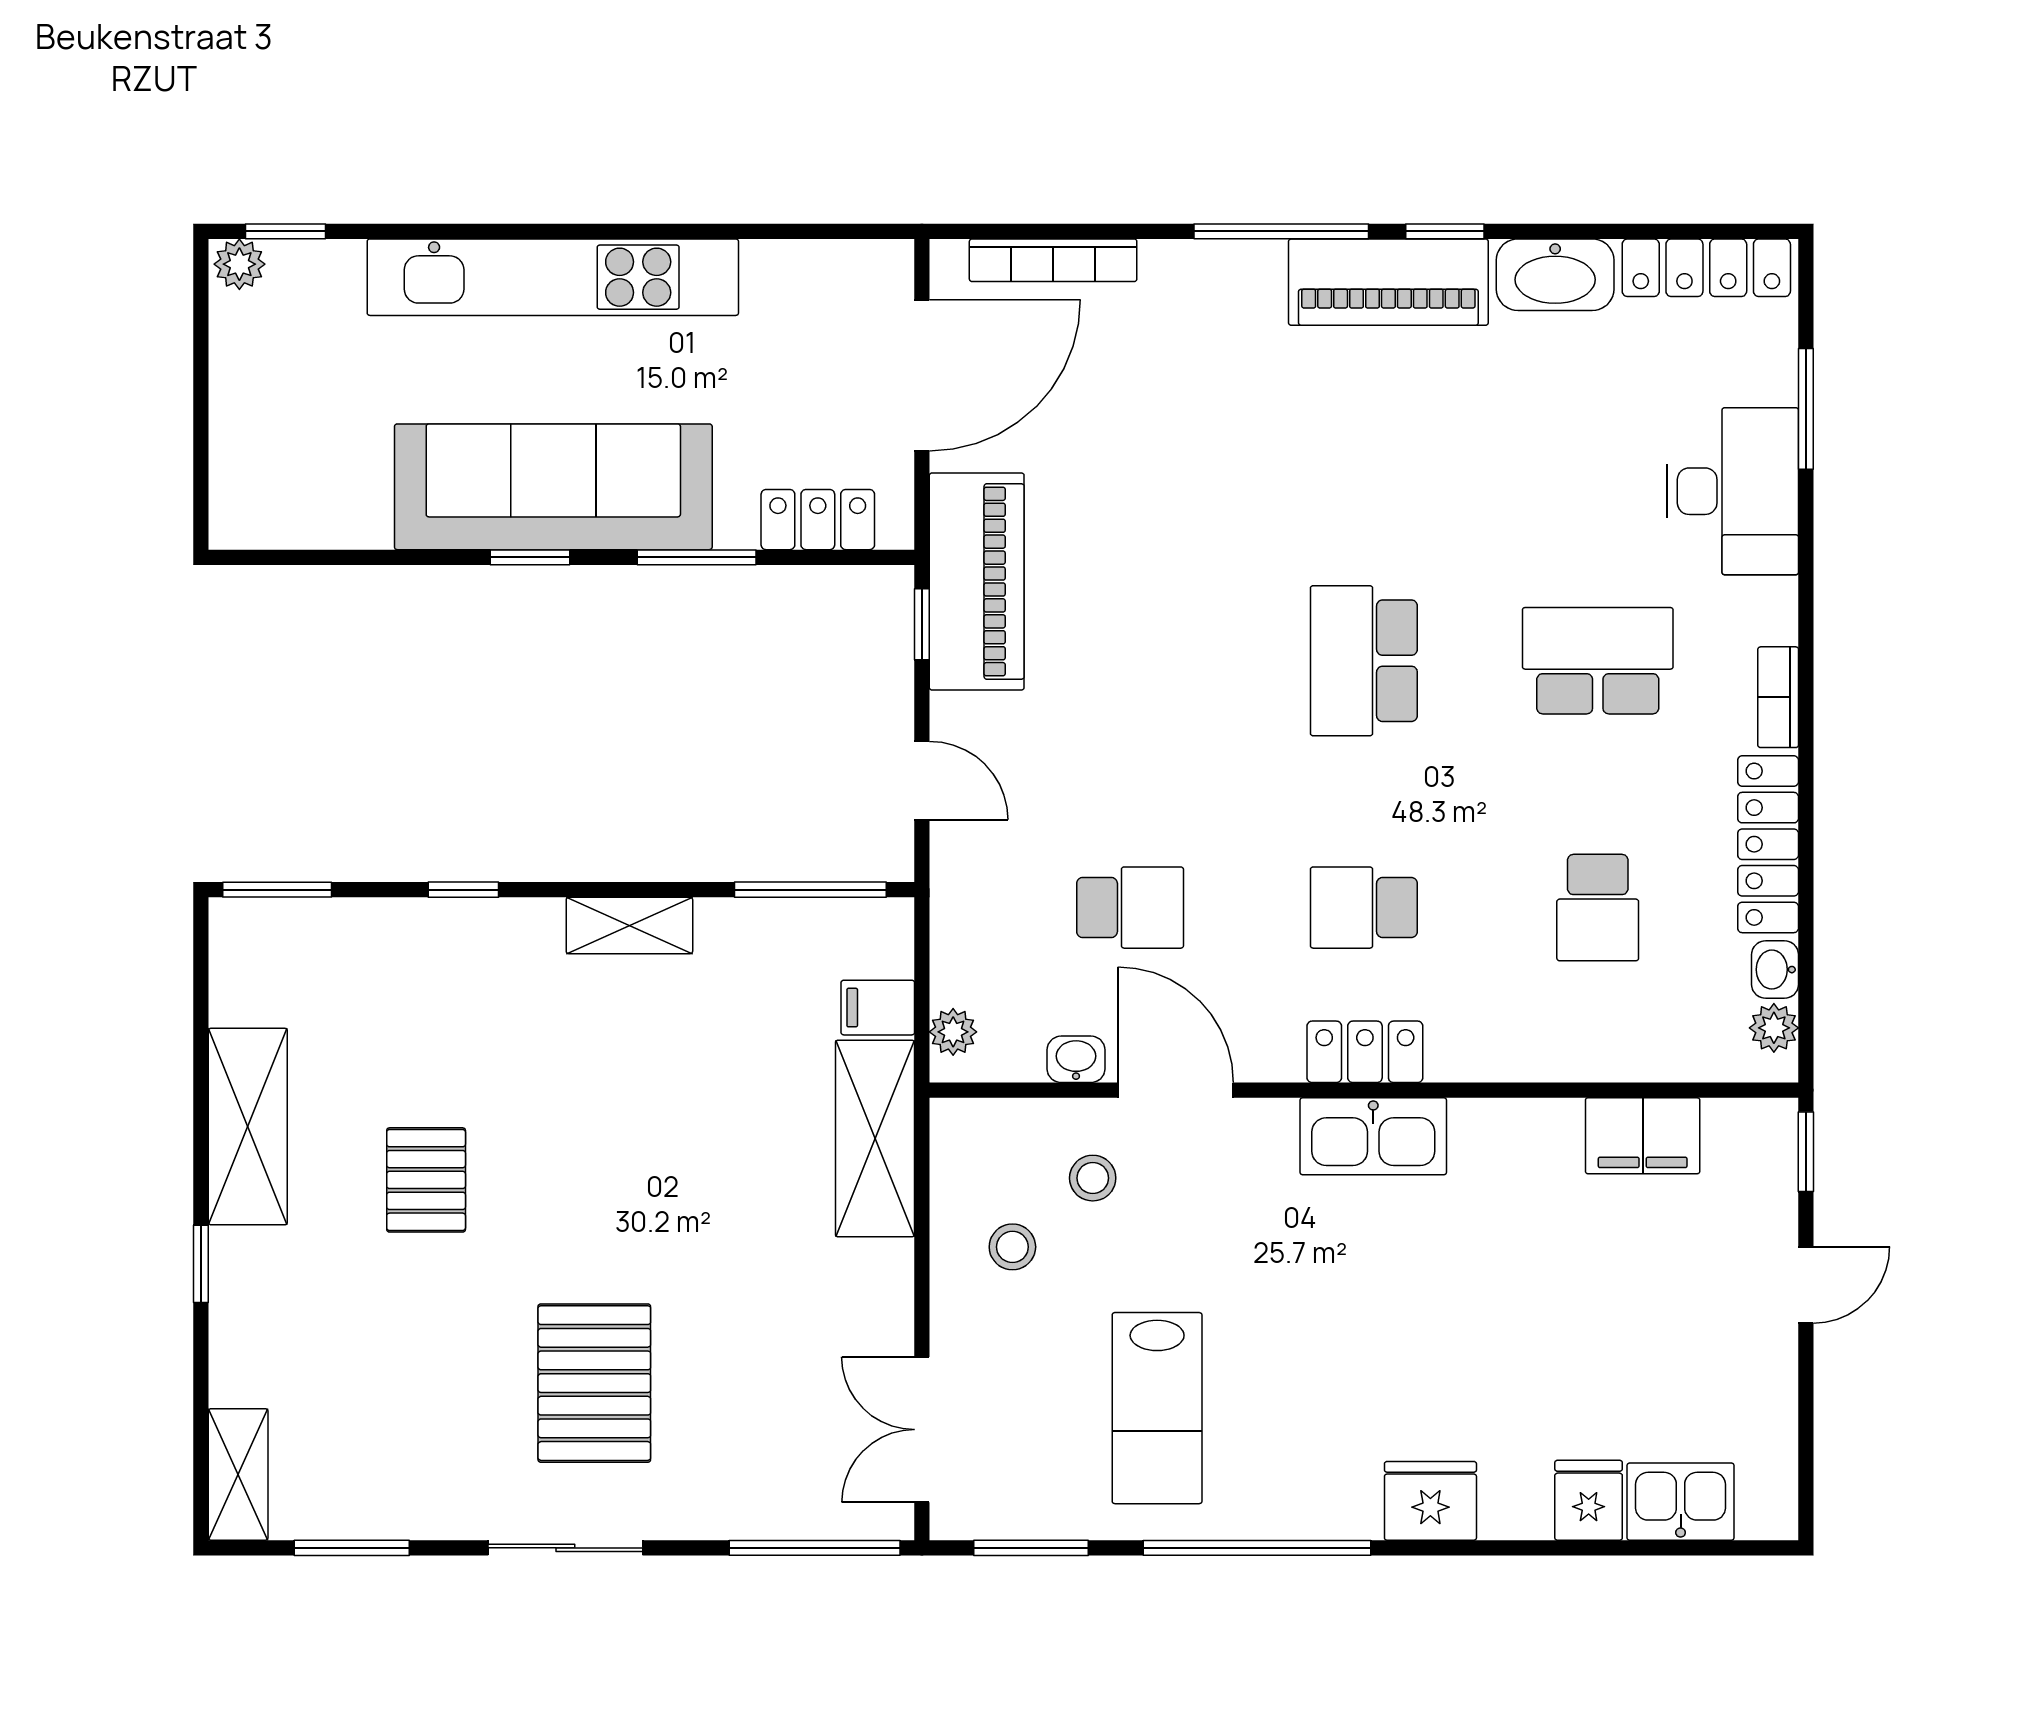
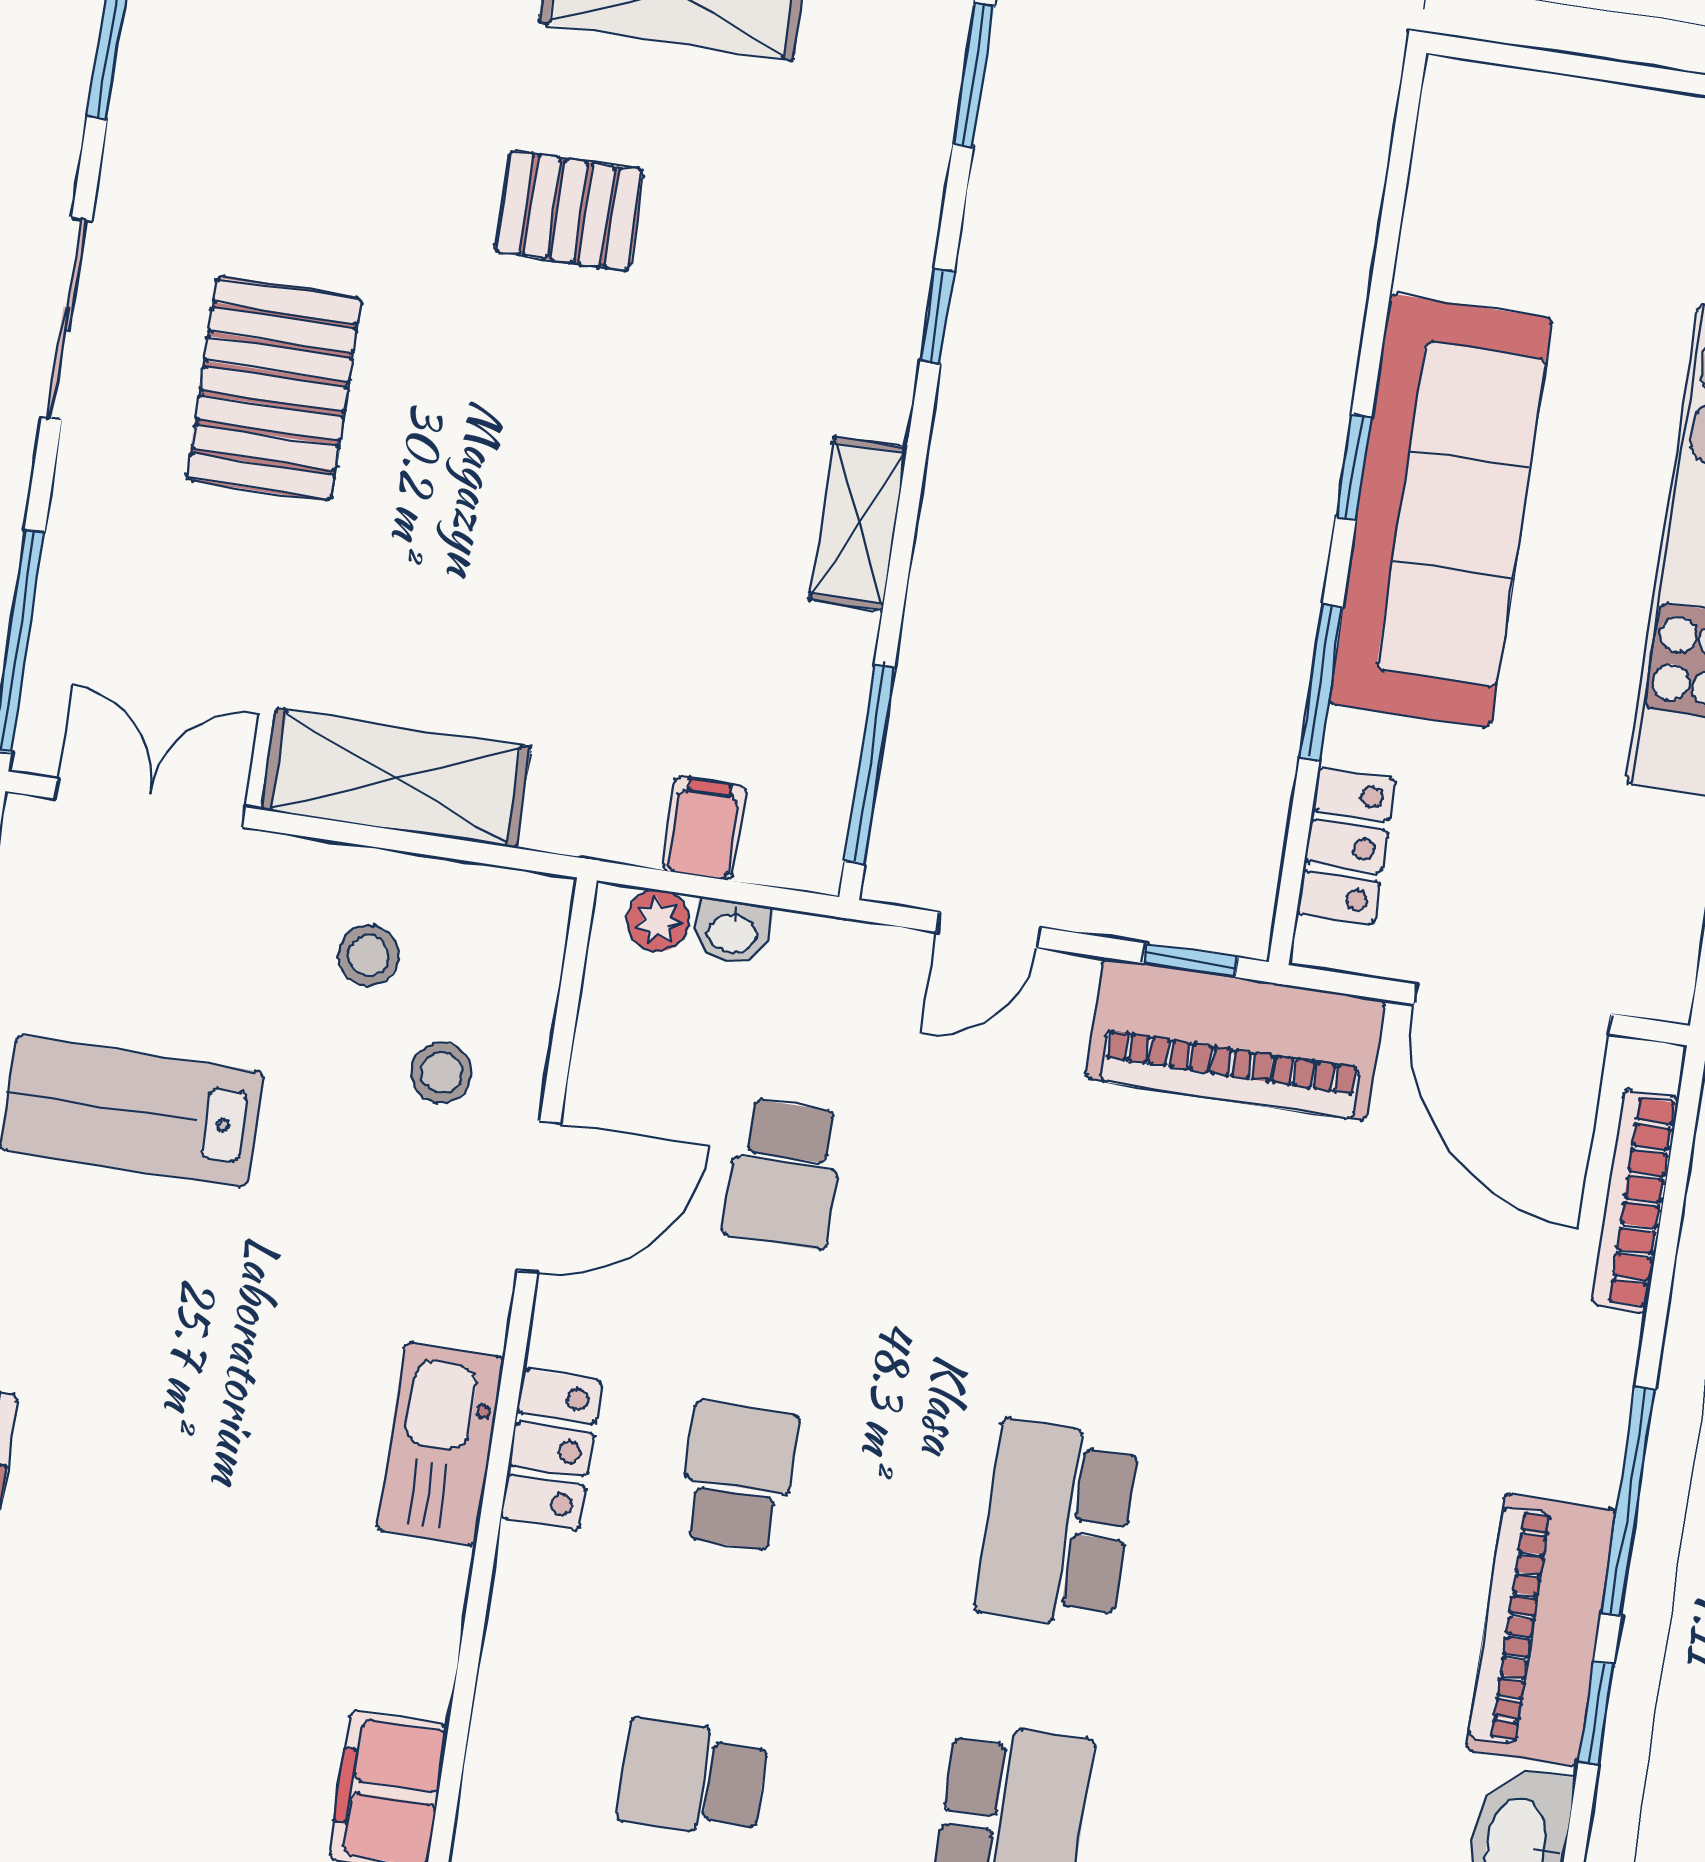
school desk: (1364, 661) -> (1057, 1524), turned -90
washbasin: (1076, 1059) -> (732, 932), moved, turned 90
shelving: (875, 1139) -> (396, 778), moved
pallet: (594, 1383) -> (274, 389), turned 90

